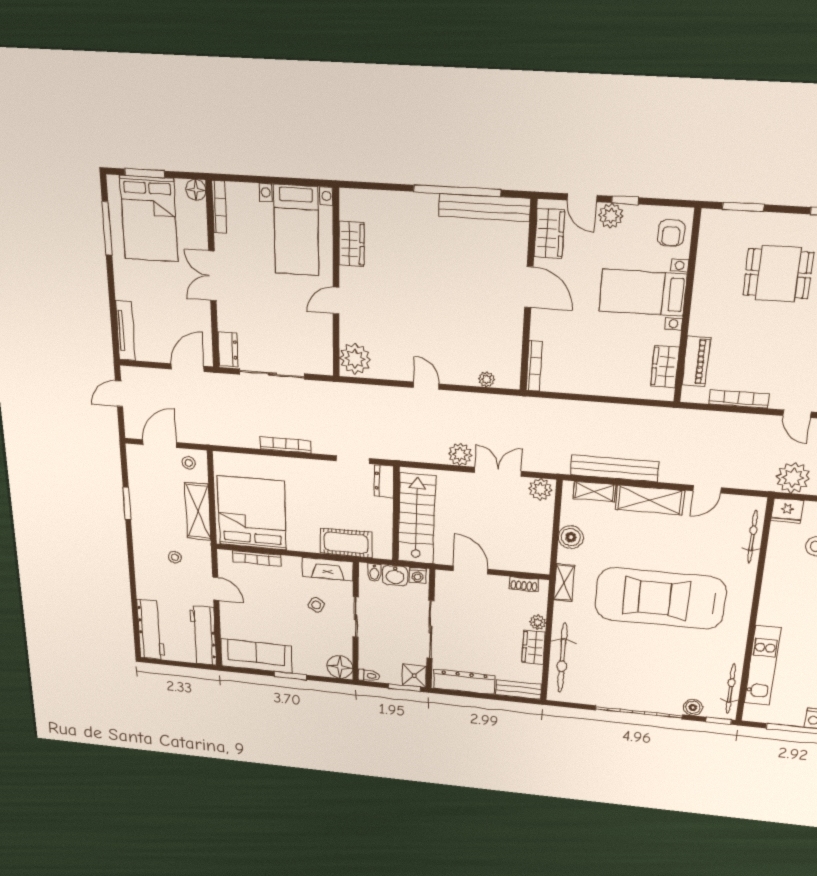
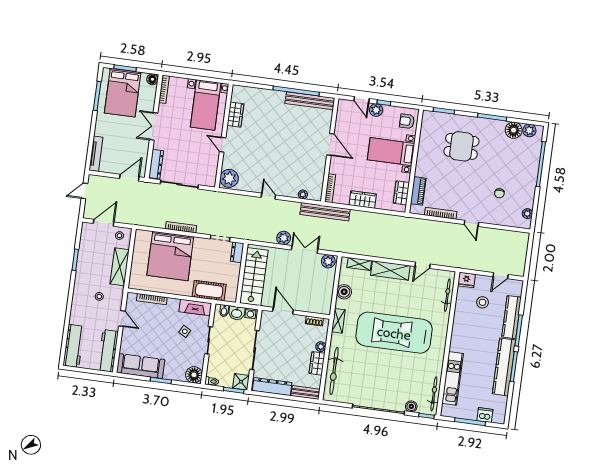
wardrobe: (549, 233) -> (363, 200), moved, turned -90
armchair: (671, 233) -> (407, 121), turned 90
door: (336, 301) -> (223, 145), hinge flipped
dresser: (228, 349) -> (156, 164), width x1.44
bench: (614, 468) -> (325, 212), moved
plant: (793, 478) -> (469, 260), removed
bed: (252, 513) -> (170, 256), moved, turned 180

